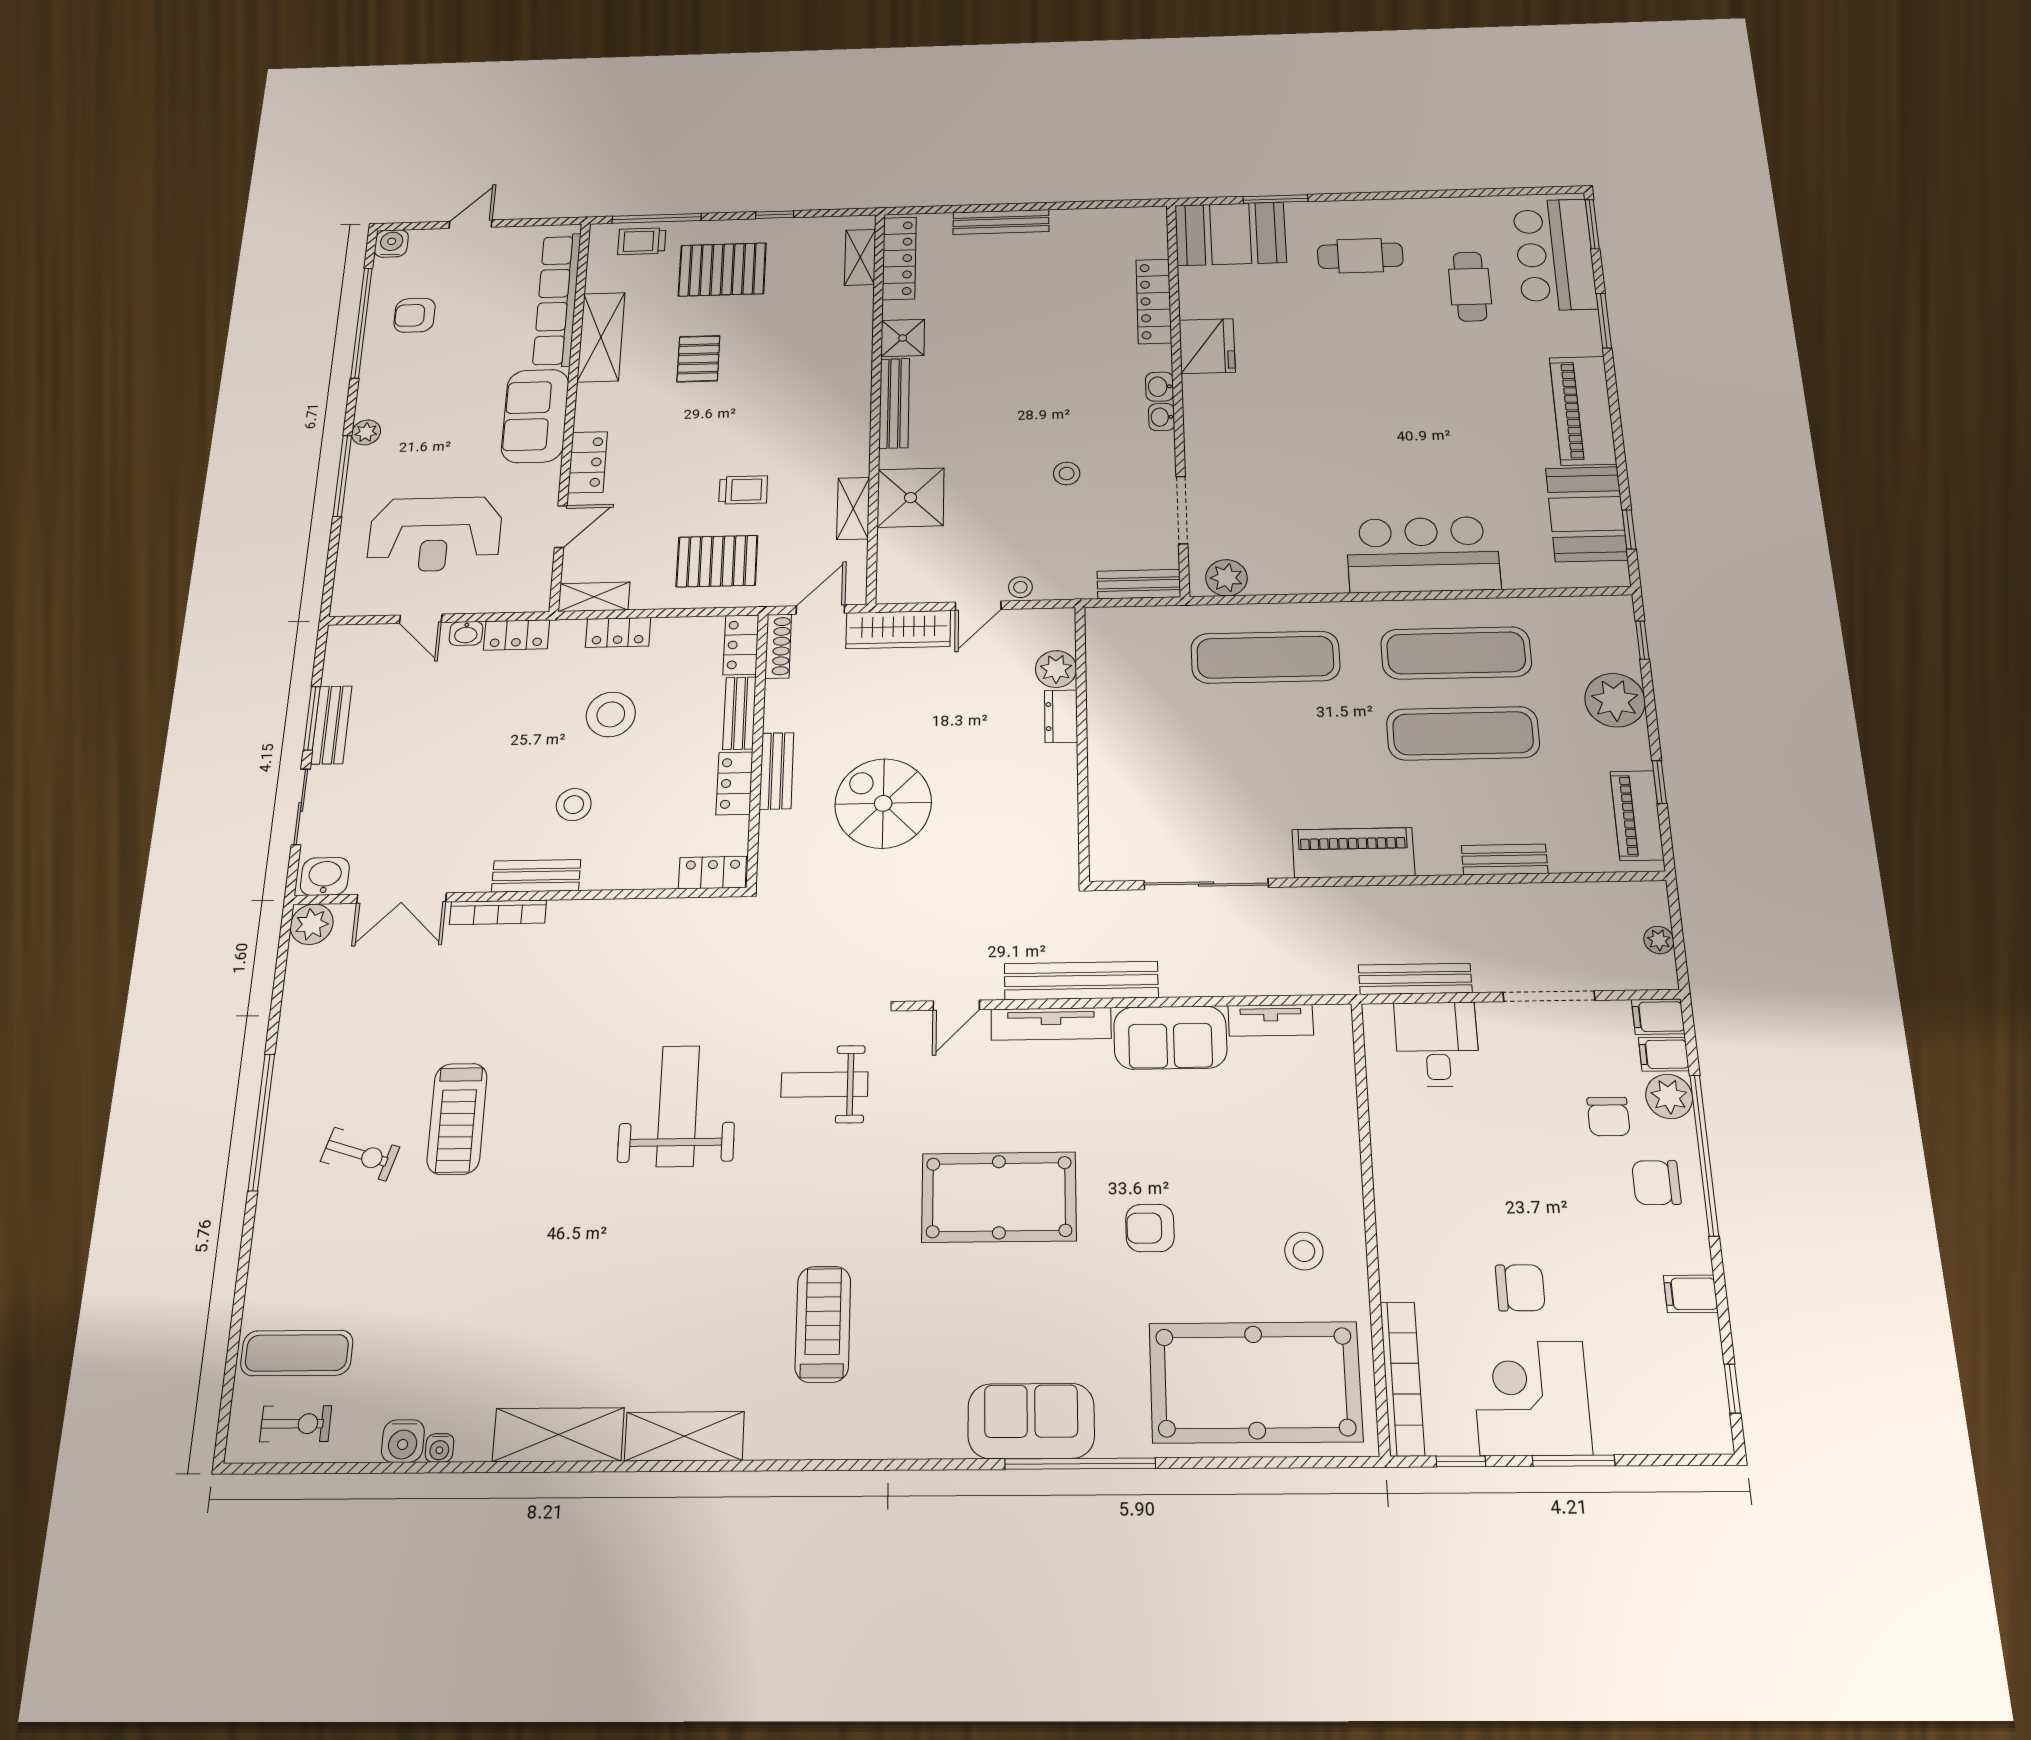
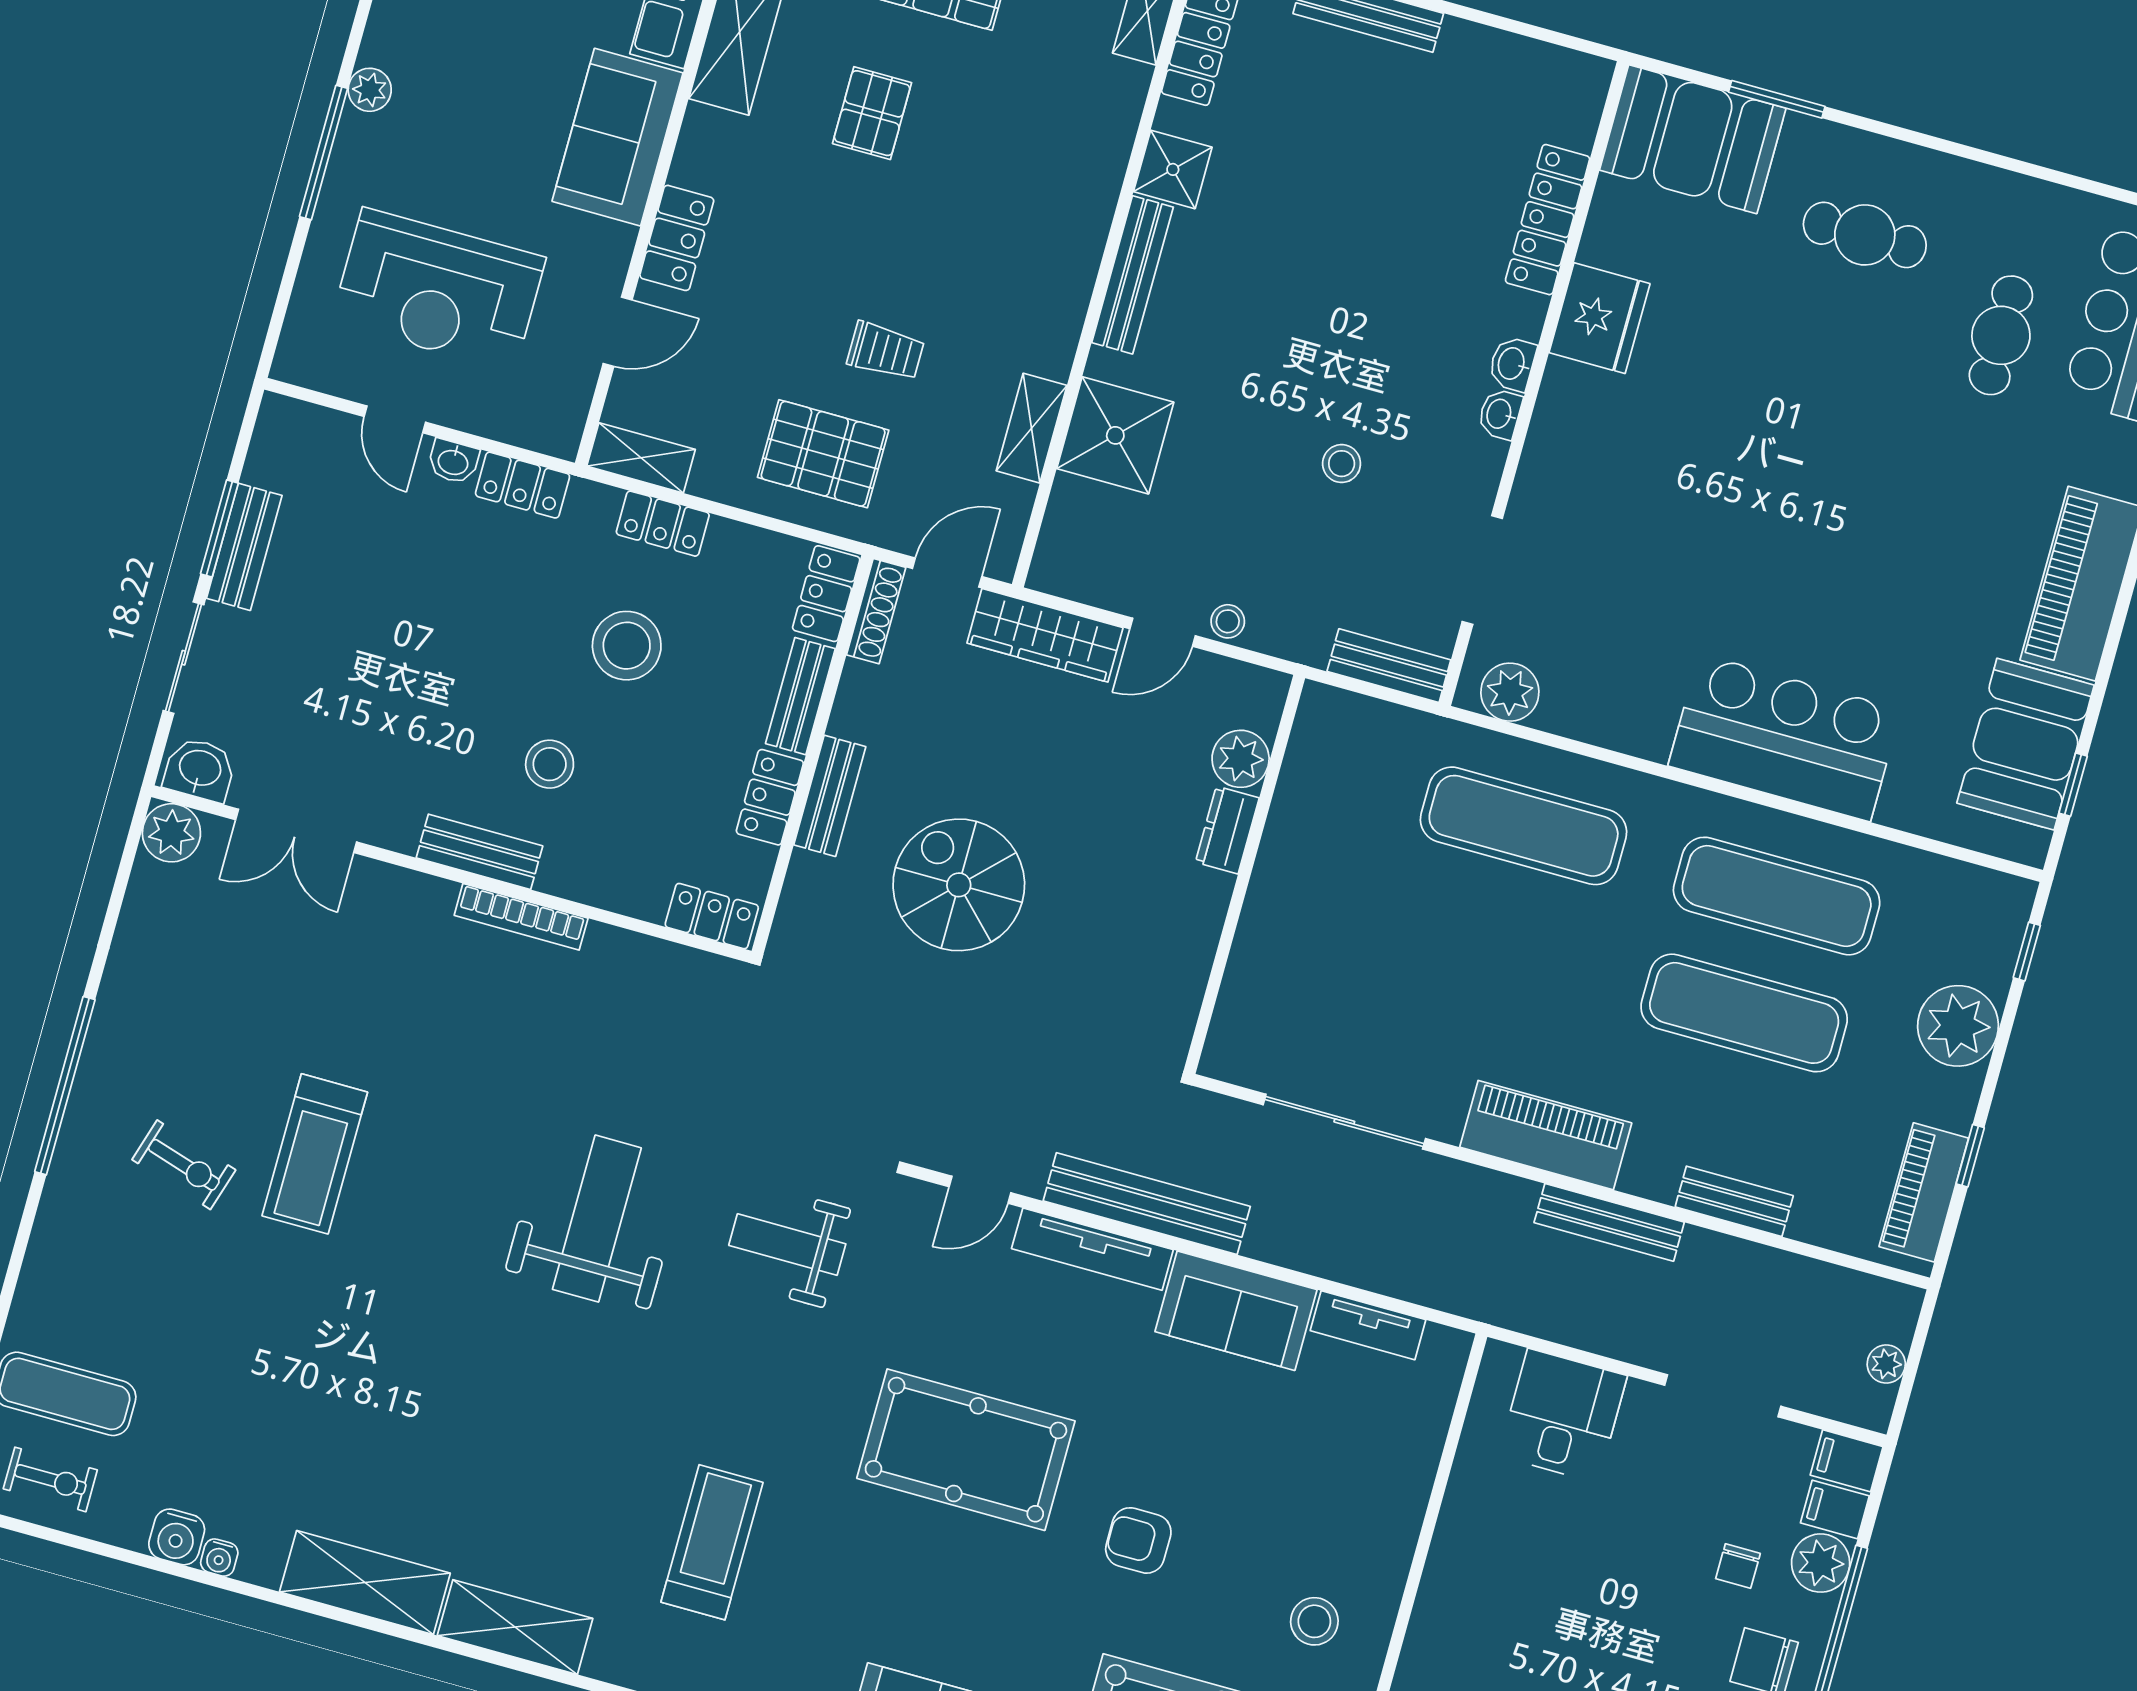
bookcase: (498, 912) -> (521, 917), moved
bench: (1415, 979) -> (1609, 1222), moved
chair: (1608, 1117) -> (1738, 1566), width x0.73, depth x0.73

